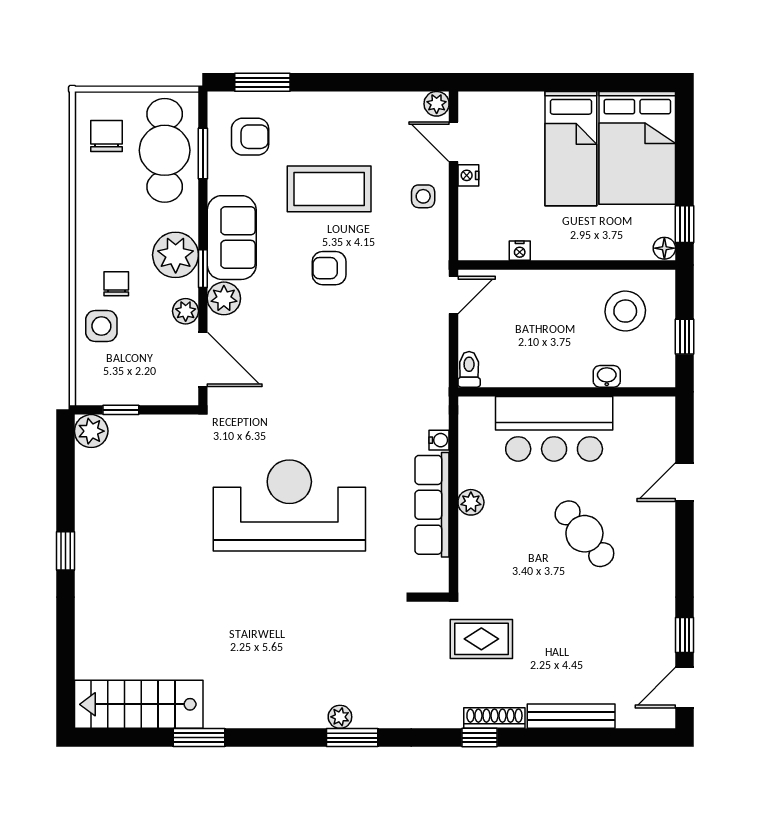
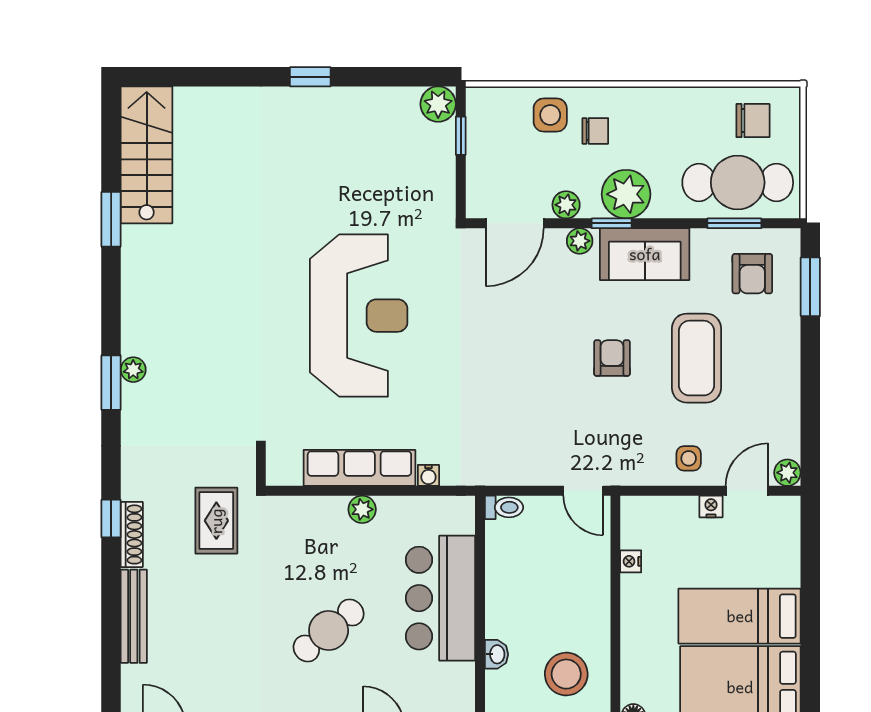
plant: (224, 298) -> (580, 241), width x0.73, depth x0.73

